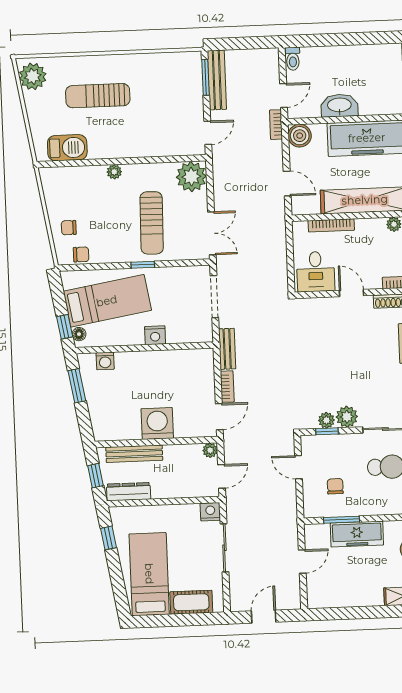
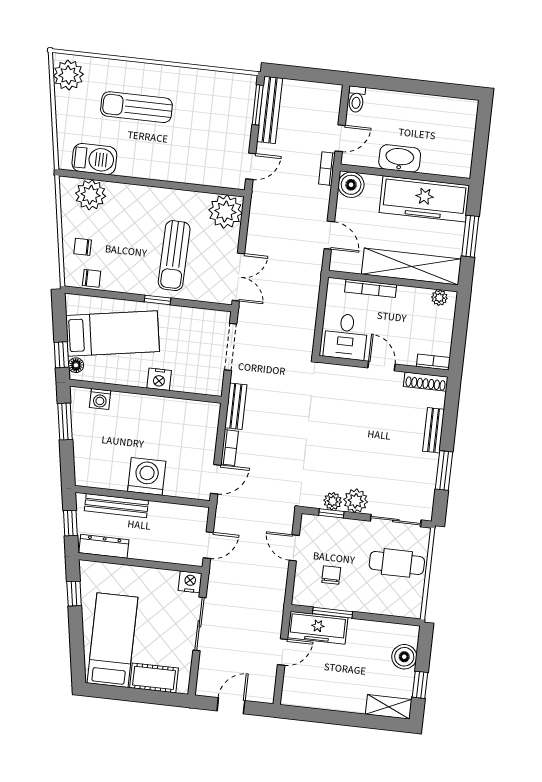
plant: (114, 172) -> (91, 195), moved, width x1.88, depth x1.88
plant: (210, 450) -> (200, 515), removed
freezer: (357, 534) -> (318, 628), moved

